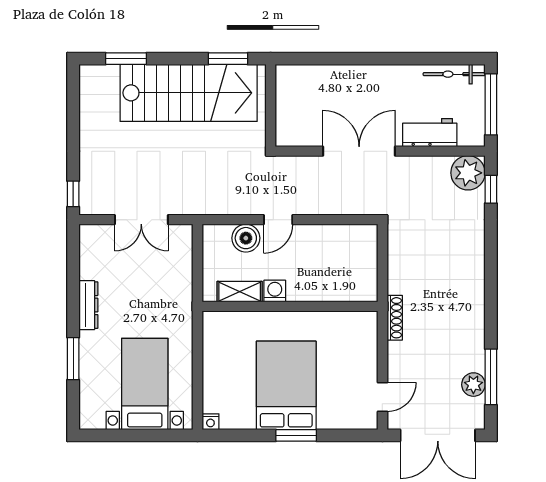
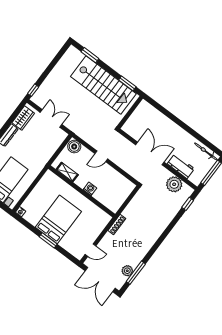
plant: (468, 173) -> (174, 184), moved
double door: (141, 220) -> (51, 118), swing flipped
boiler: (246, 238) -> (74, 147), moved
wardrobe: (92, 255) -> (23, 118), added
washing machine: (275, 291) -> (90, 189), moved

